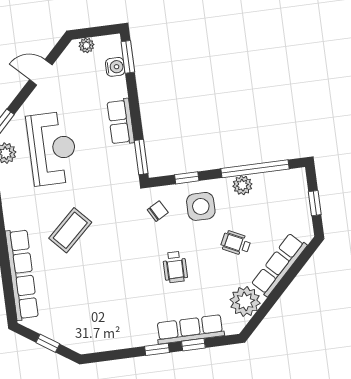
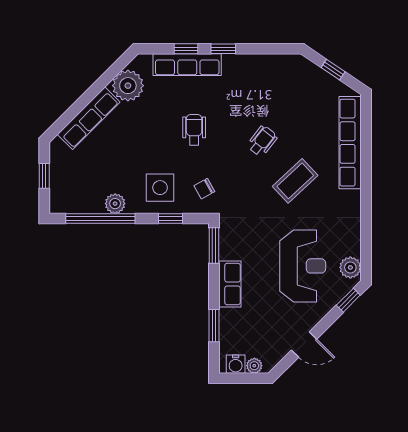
window: (128, 57) -> (214, 326), moved
water cooler: (115, 67) -> (236, 364), moved, turned -90
reception desk: (52, 149) -> (303, 266), turned 180
wheelchair: (236, 243) -> (262, 141), moved, turned -78

